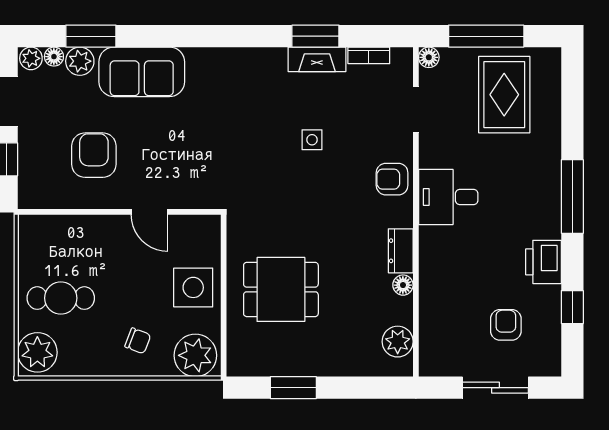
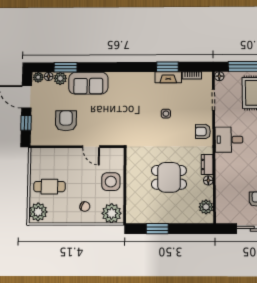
dining table: (281, 289) -> (169, 177), moved

